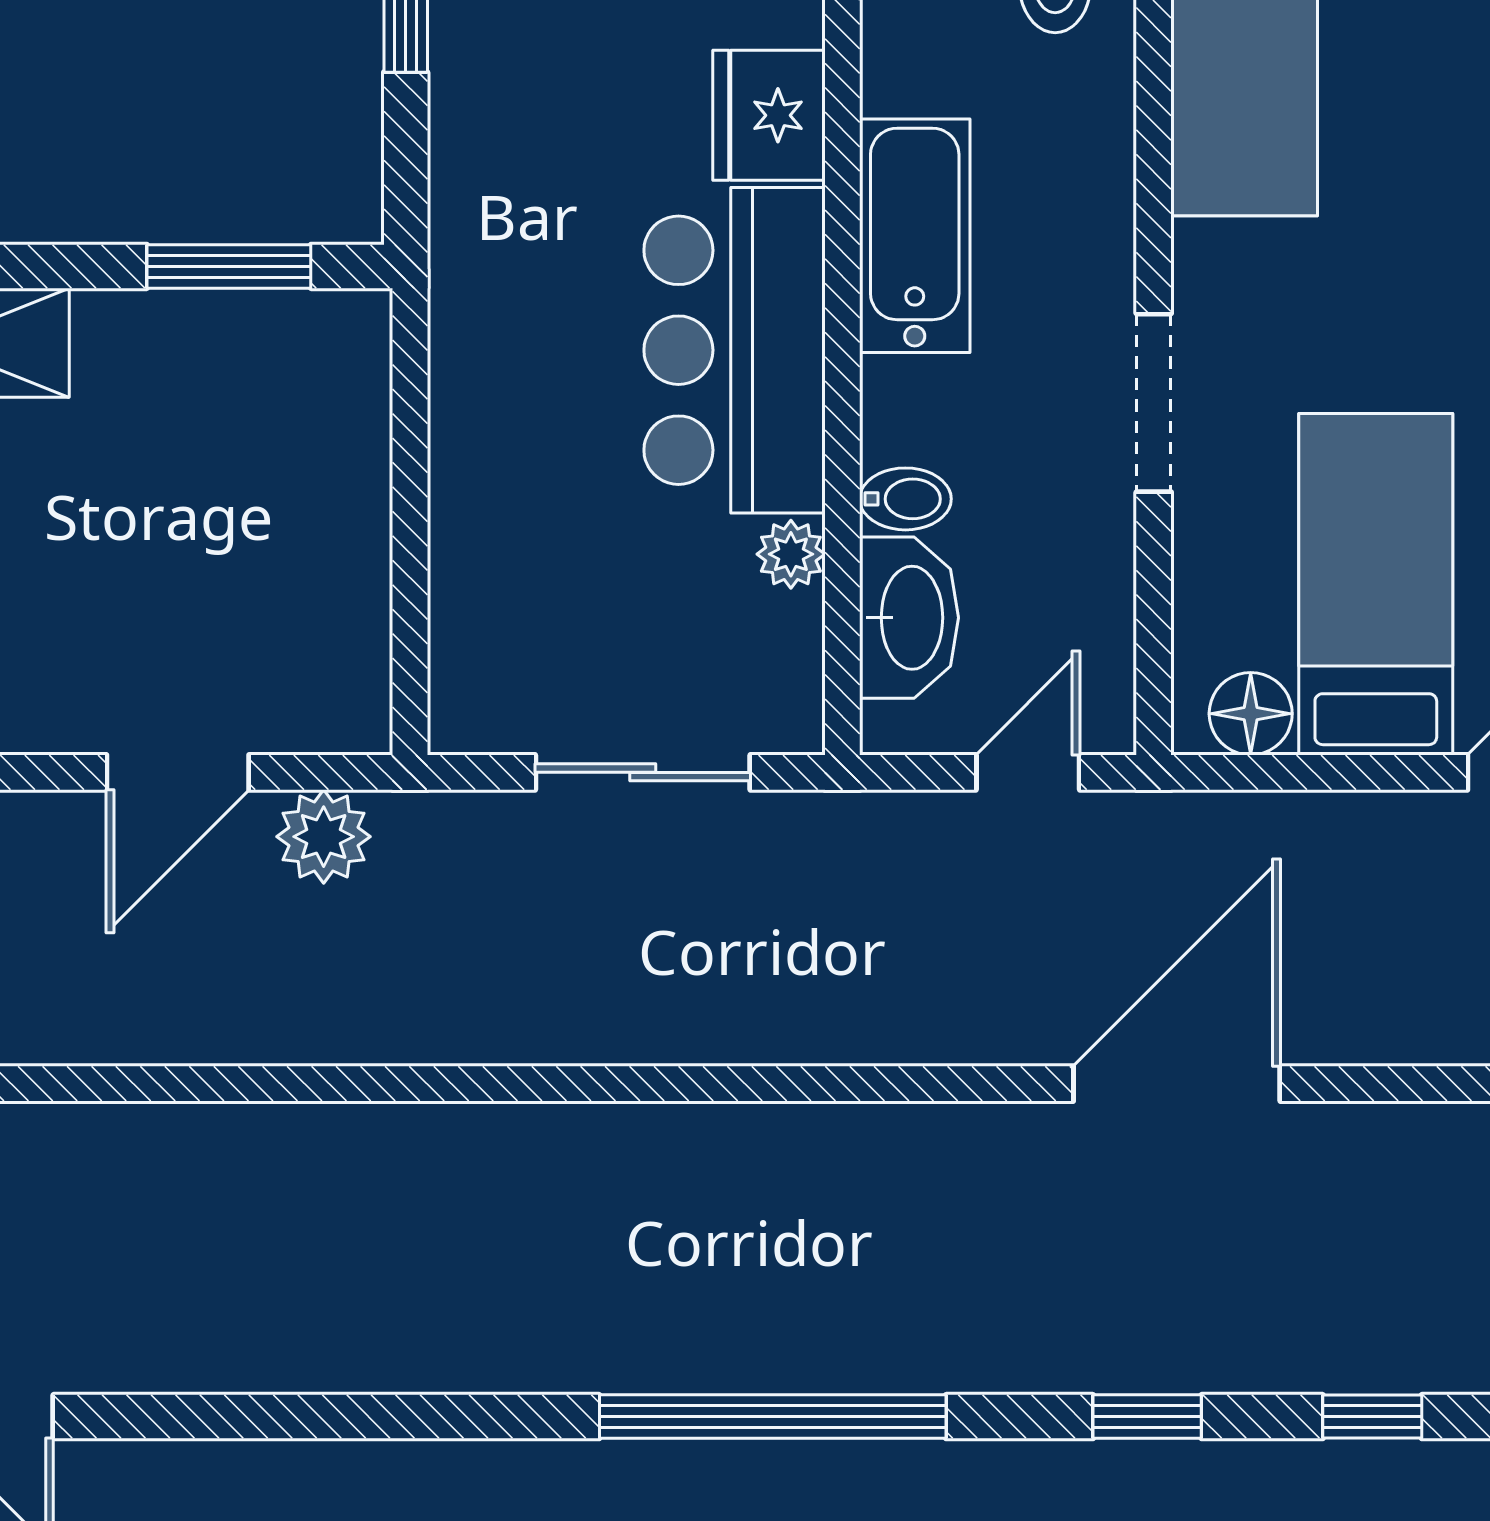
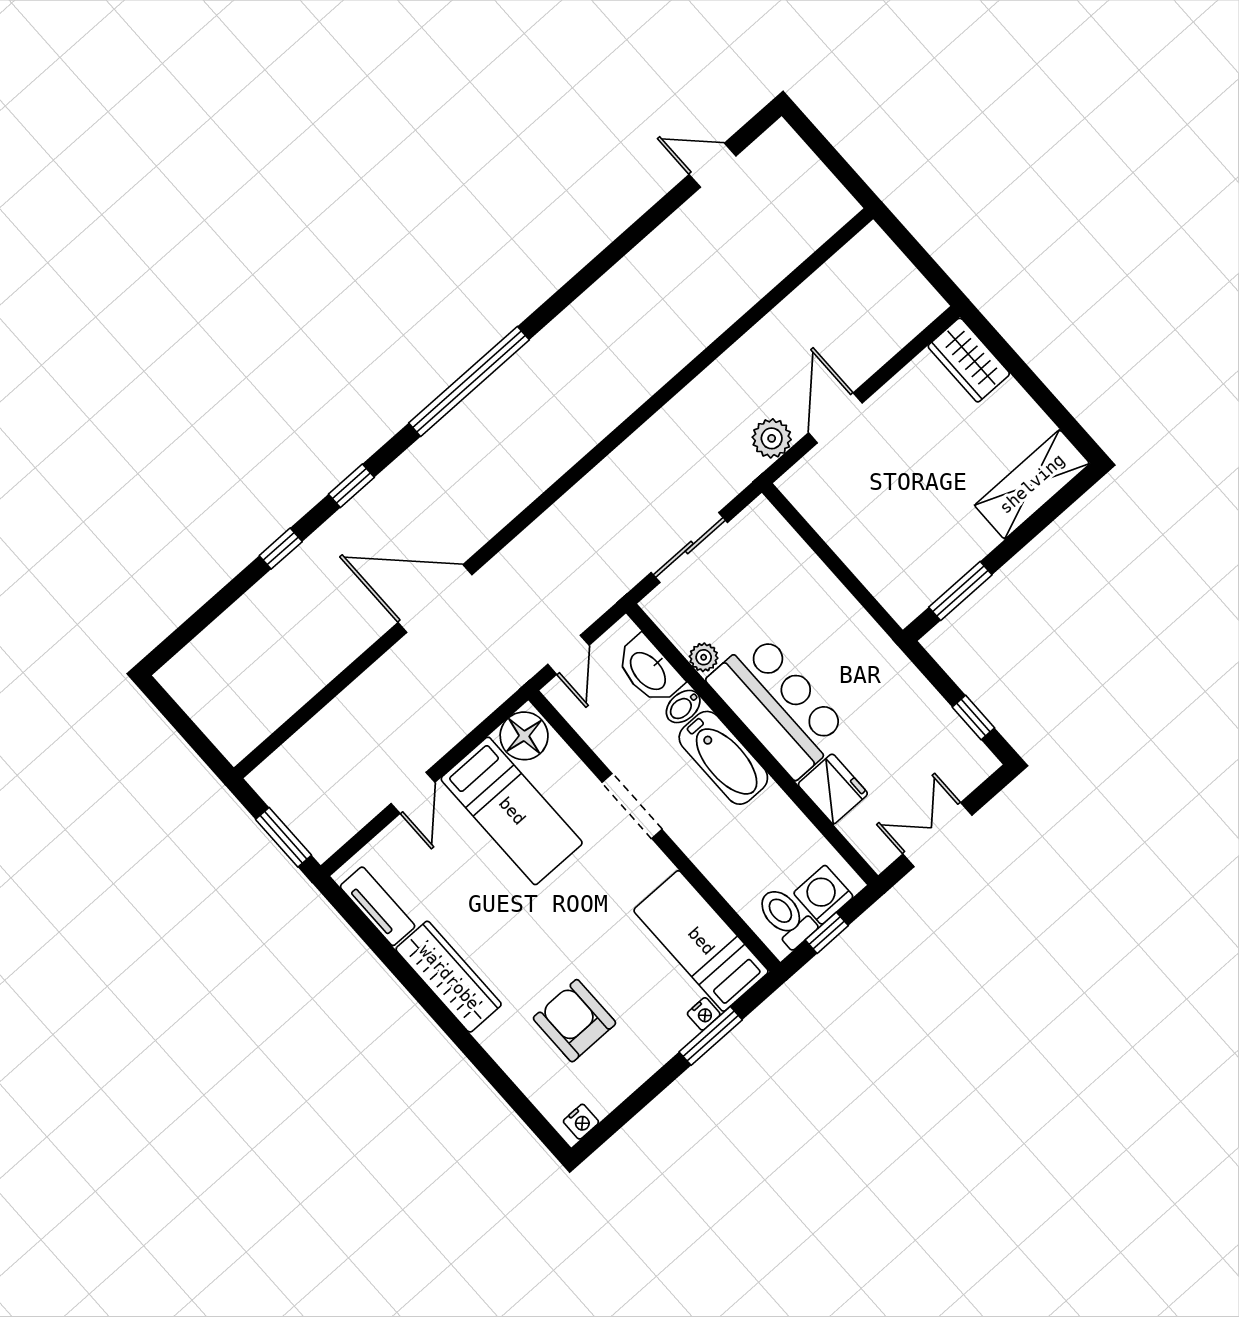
bathtub: (915, 236) -> (723, 758), moved
floor lamp: (1251, 714) -> (524, 736), width x1.38, depth x1.38
door: (1177, 1084) -> (435, 599), swing flipped

